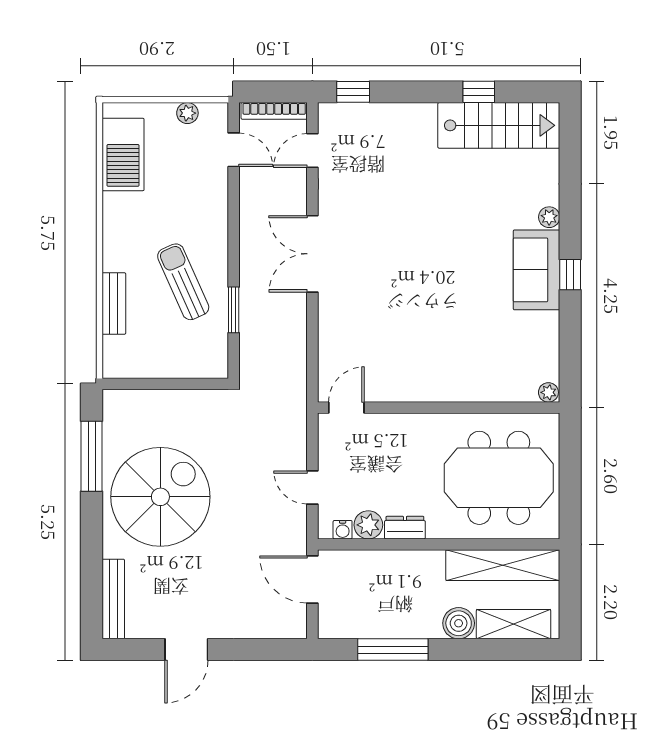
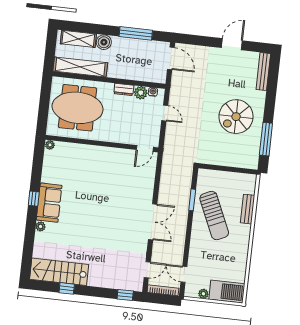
barbecue: (123, 154) -> (227, 292), moved, turned 90
sun lounger: (183, 282) -> (214, 216), width x1.36, depth x1.34
spiral stairs: (160, 497) -> (236, 117), width x0.73, depth x0.73
door: (312, 580) -> (171, 58), moved

